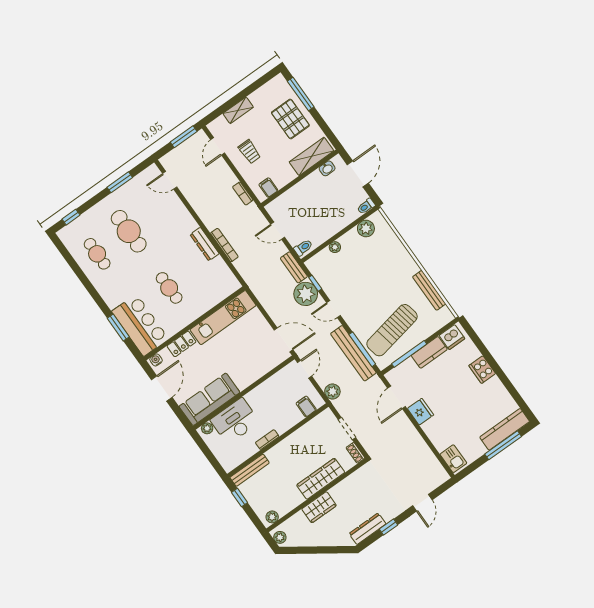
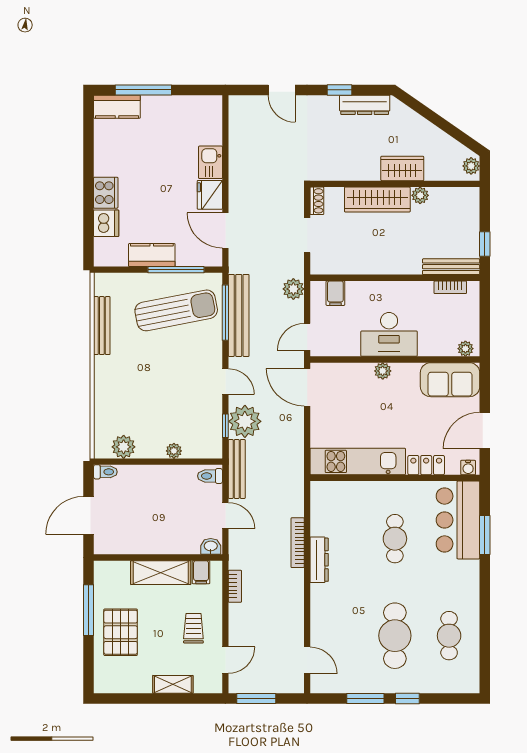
window: (301, 94) -> (89, 610), moved
shelving: (312, 156) -> (161, 573), moved
washbasin: (327, 168) -> (211, 546), moved
window: (71, 217) -> (407, 698), moved
bench: (294, 267) -> (237, 469), width x1.36
dishwasher: (452, 337) -> (106, 223), moved, turned 90
plant: (246, 381) -> (383, 371), added
door: (397, 397) -> (225, 230), swing flipped
sofa: (209, 399) -> (450, 380), width x0.73
desk: (235, 421) -> (389, 334), moved
kitchen counter: (505, 429) -> (117, 107), width x0.67
bookcase: (267, 440) -> (450, 287), moved
kitchen sink: (453, 459) -> (211, 162), moved
door: (422, 503) -> (282, 90), swing flipped
plant: (272, 517) -> (420, 195), moved

